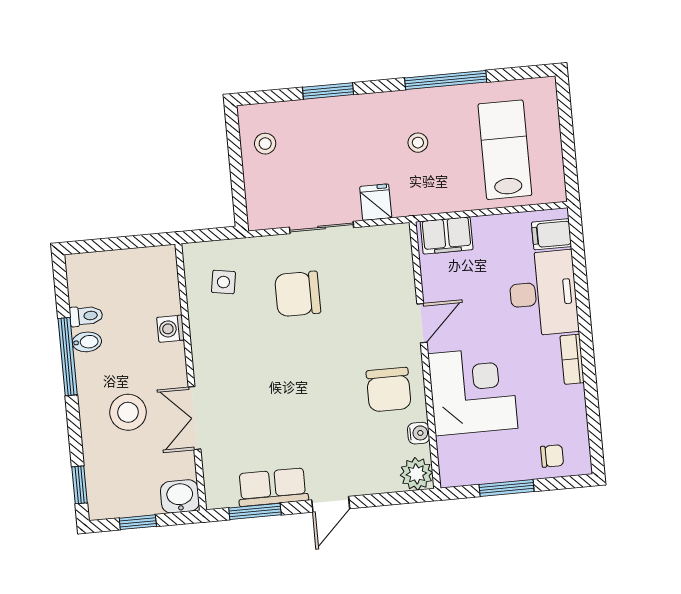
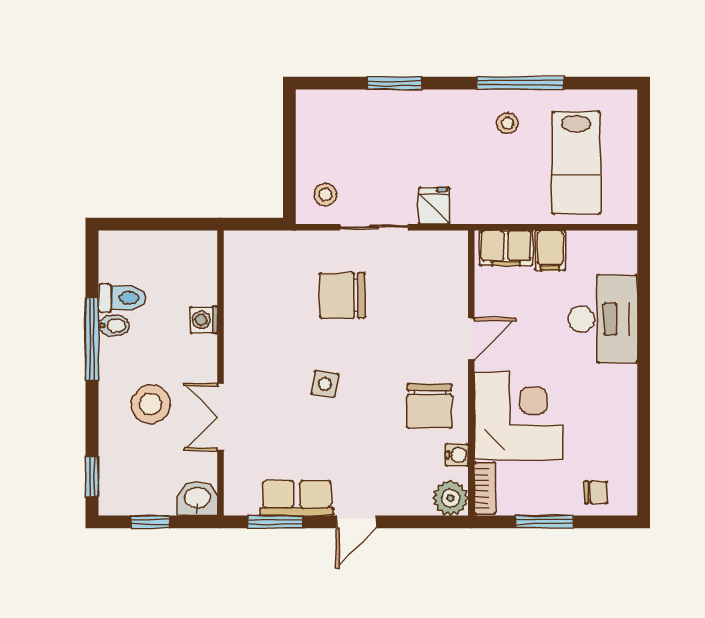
stool: (418, 143) -> (507, 123), moved
stool: (265, 144) -> (325, 195), moved
lab bench: (505, 150) -> (576, 163), turned 180
filing cabinet: (551, 234) -> (550, 250), moved, turned -90
side table: (223, 282) -> (325, 384), moved
toilet: (86, 316) -> (122, 298), width x1.37, depth x1.39
bookcase: (572, 359) -> (485, 488), moved, turned 180

